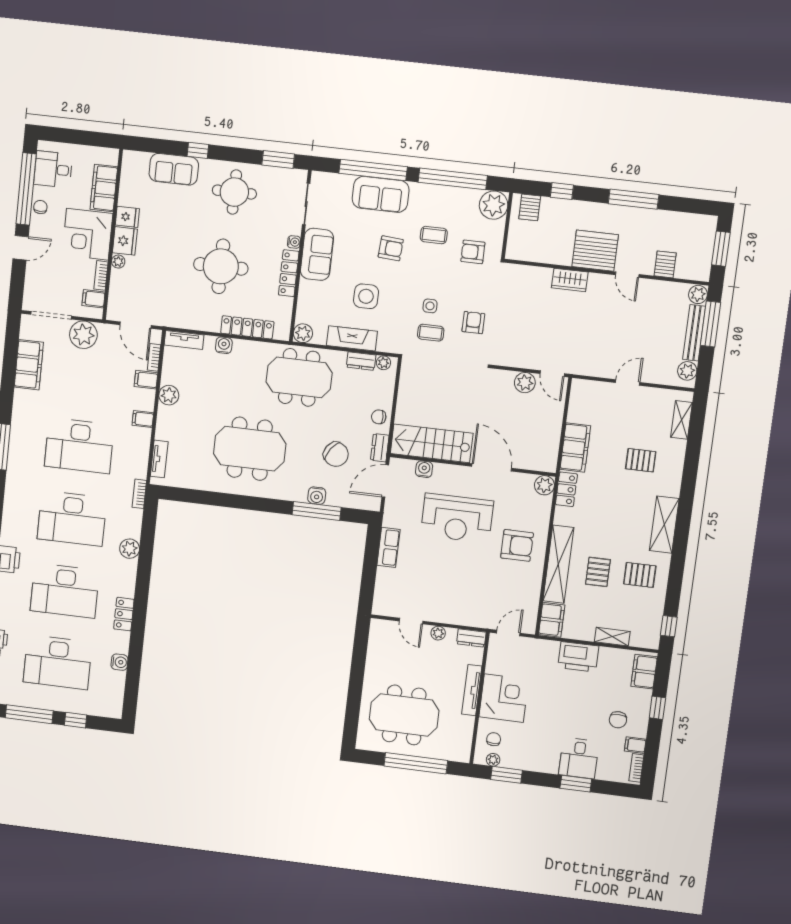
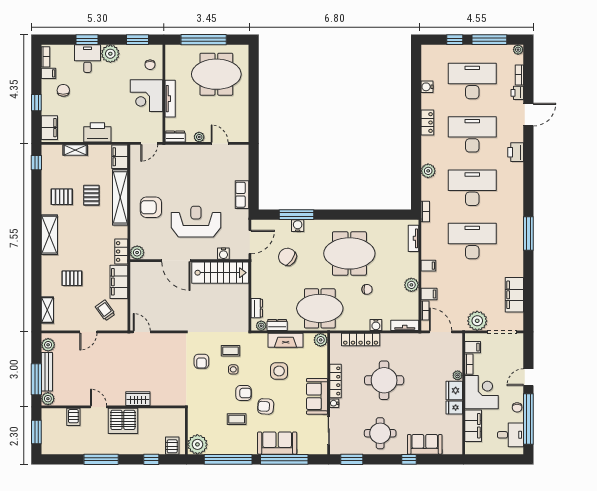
armchair: (473, 252) -> (244, 393), moved
plant: (525, 383) -> (160, 323), removed
trolley: (600, 410) -> (105, 310), added
chair: (379, 417) -> (367, 289), moved
dresser: (380, 448) -> (257, 308), moved
plant: (493, 760) -> (110, 54), moved, width x1.88, depth x1.88

